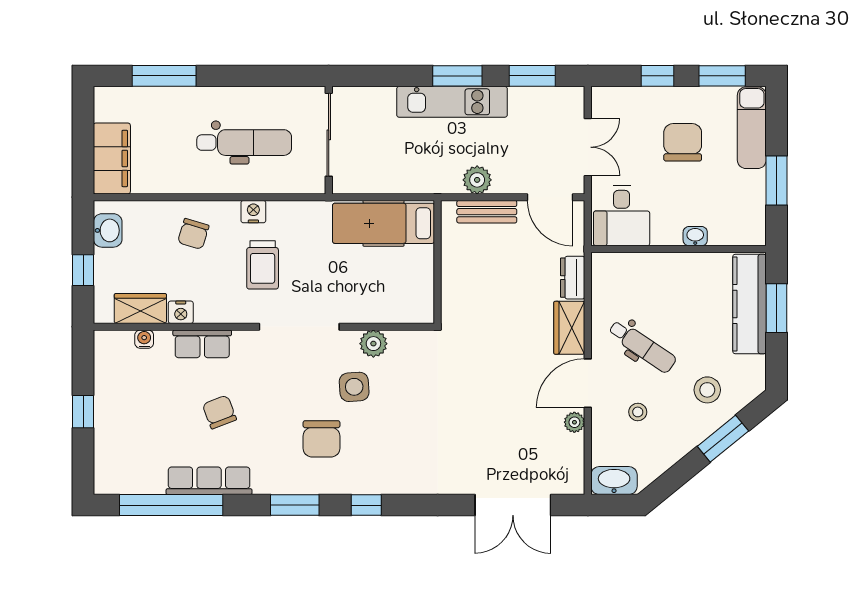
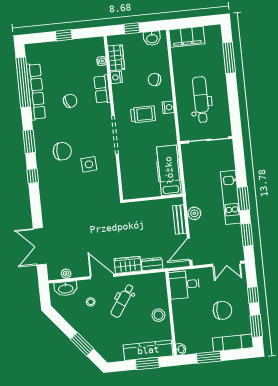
dental chair: (244, 143) -> (201, 100), turned 180
double door: (588, 147) -> (227, 264), moved
washbasin: (695, 236) -> (181, 349), moved
trolley: (263, 265) -> (143, 114), turned 180
plant: (373, 344) -> (111, 171), removed
stool: (707, 390) -> (158, 315), moved
plant: (574, 422) -> (66, 274), moved
chair: (322, 439) -> (62, 151), turned 180
row of seats: (209, 481) -> (36, 92), width x1.36
washbasin: (614, 481) -> (66, 289), moved, turned 90

